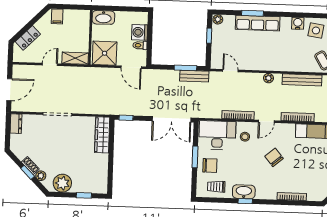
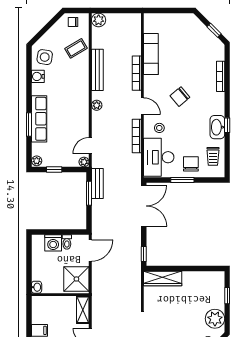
washbasin: (103, 17) -> (37, 287), width x0.52, depth x0.69
plant: (215, 64) -> (84, 162), added

